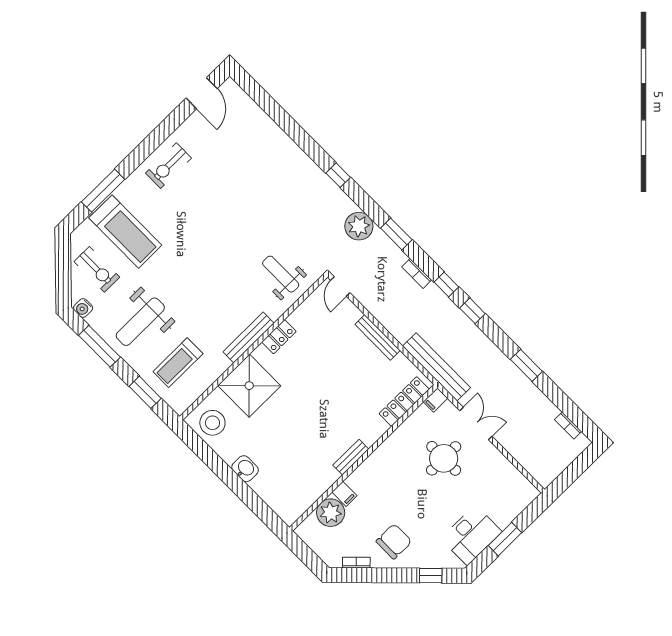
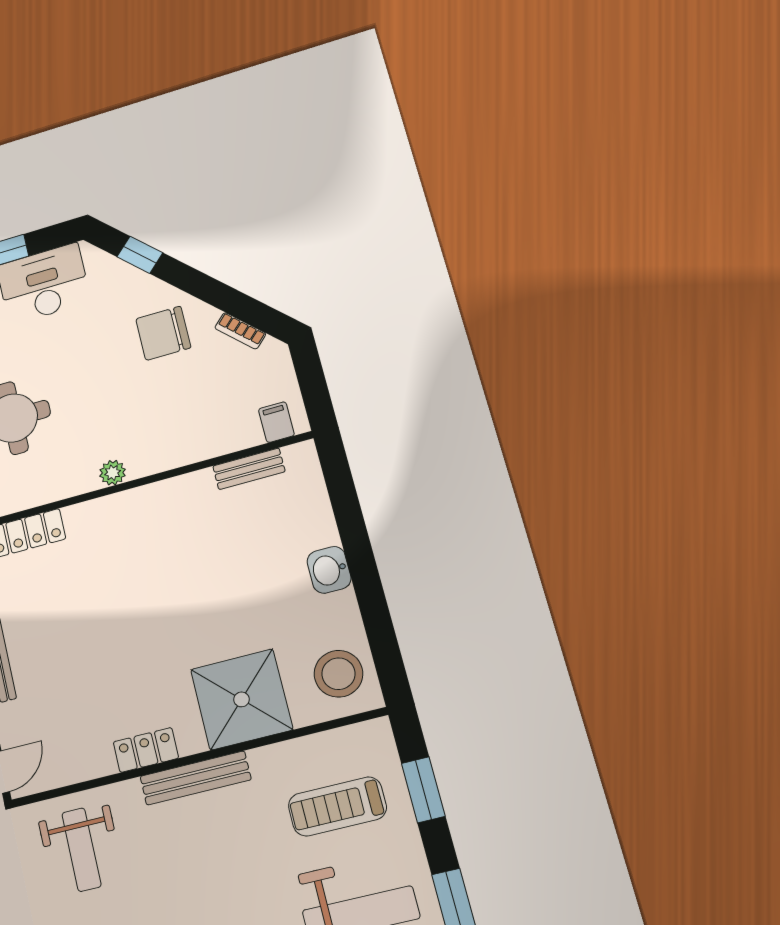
treadmill: (178, 363) -> (337, 806), turned 180
bench: (351, 457) -> (249, 469), moved
filing cabinet: (344, 494) -> (276, 422), moved
plant: (331, 513) -> (113, 473), moved, width x0.53, depth x0.53

